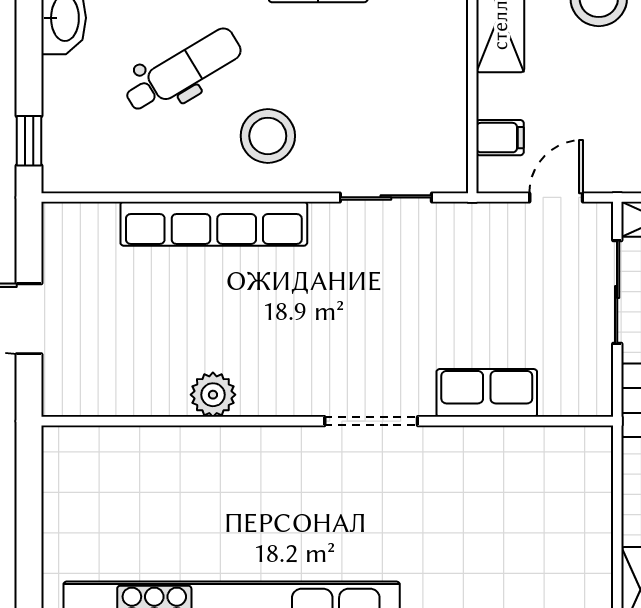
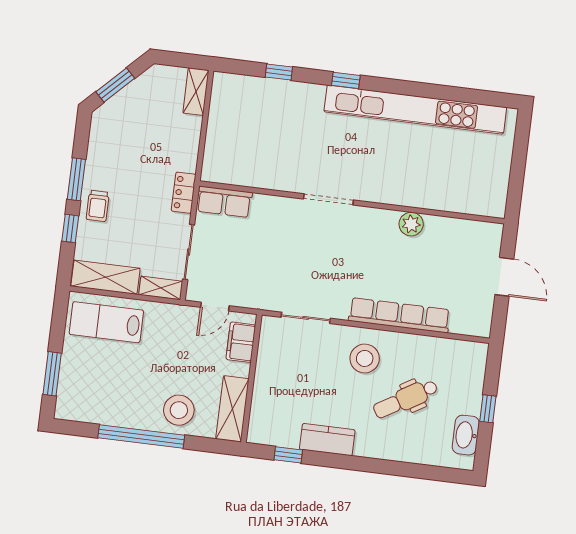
filing cabinet: (500, 138) -> (241, 342), width x2.00
window: (29, 141) -> (488, 409), moved
row of seats: (487, 393) -> (224, 202), moved

